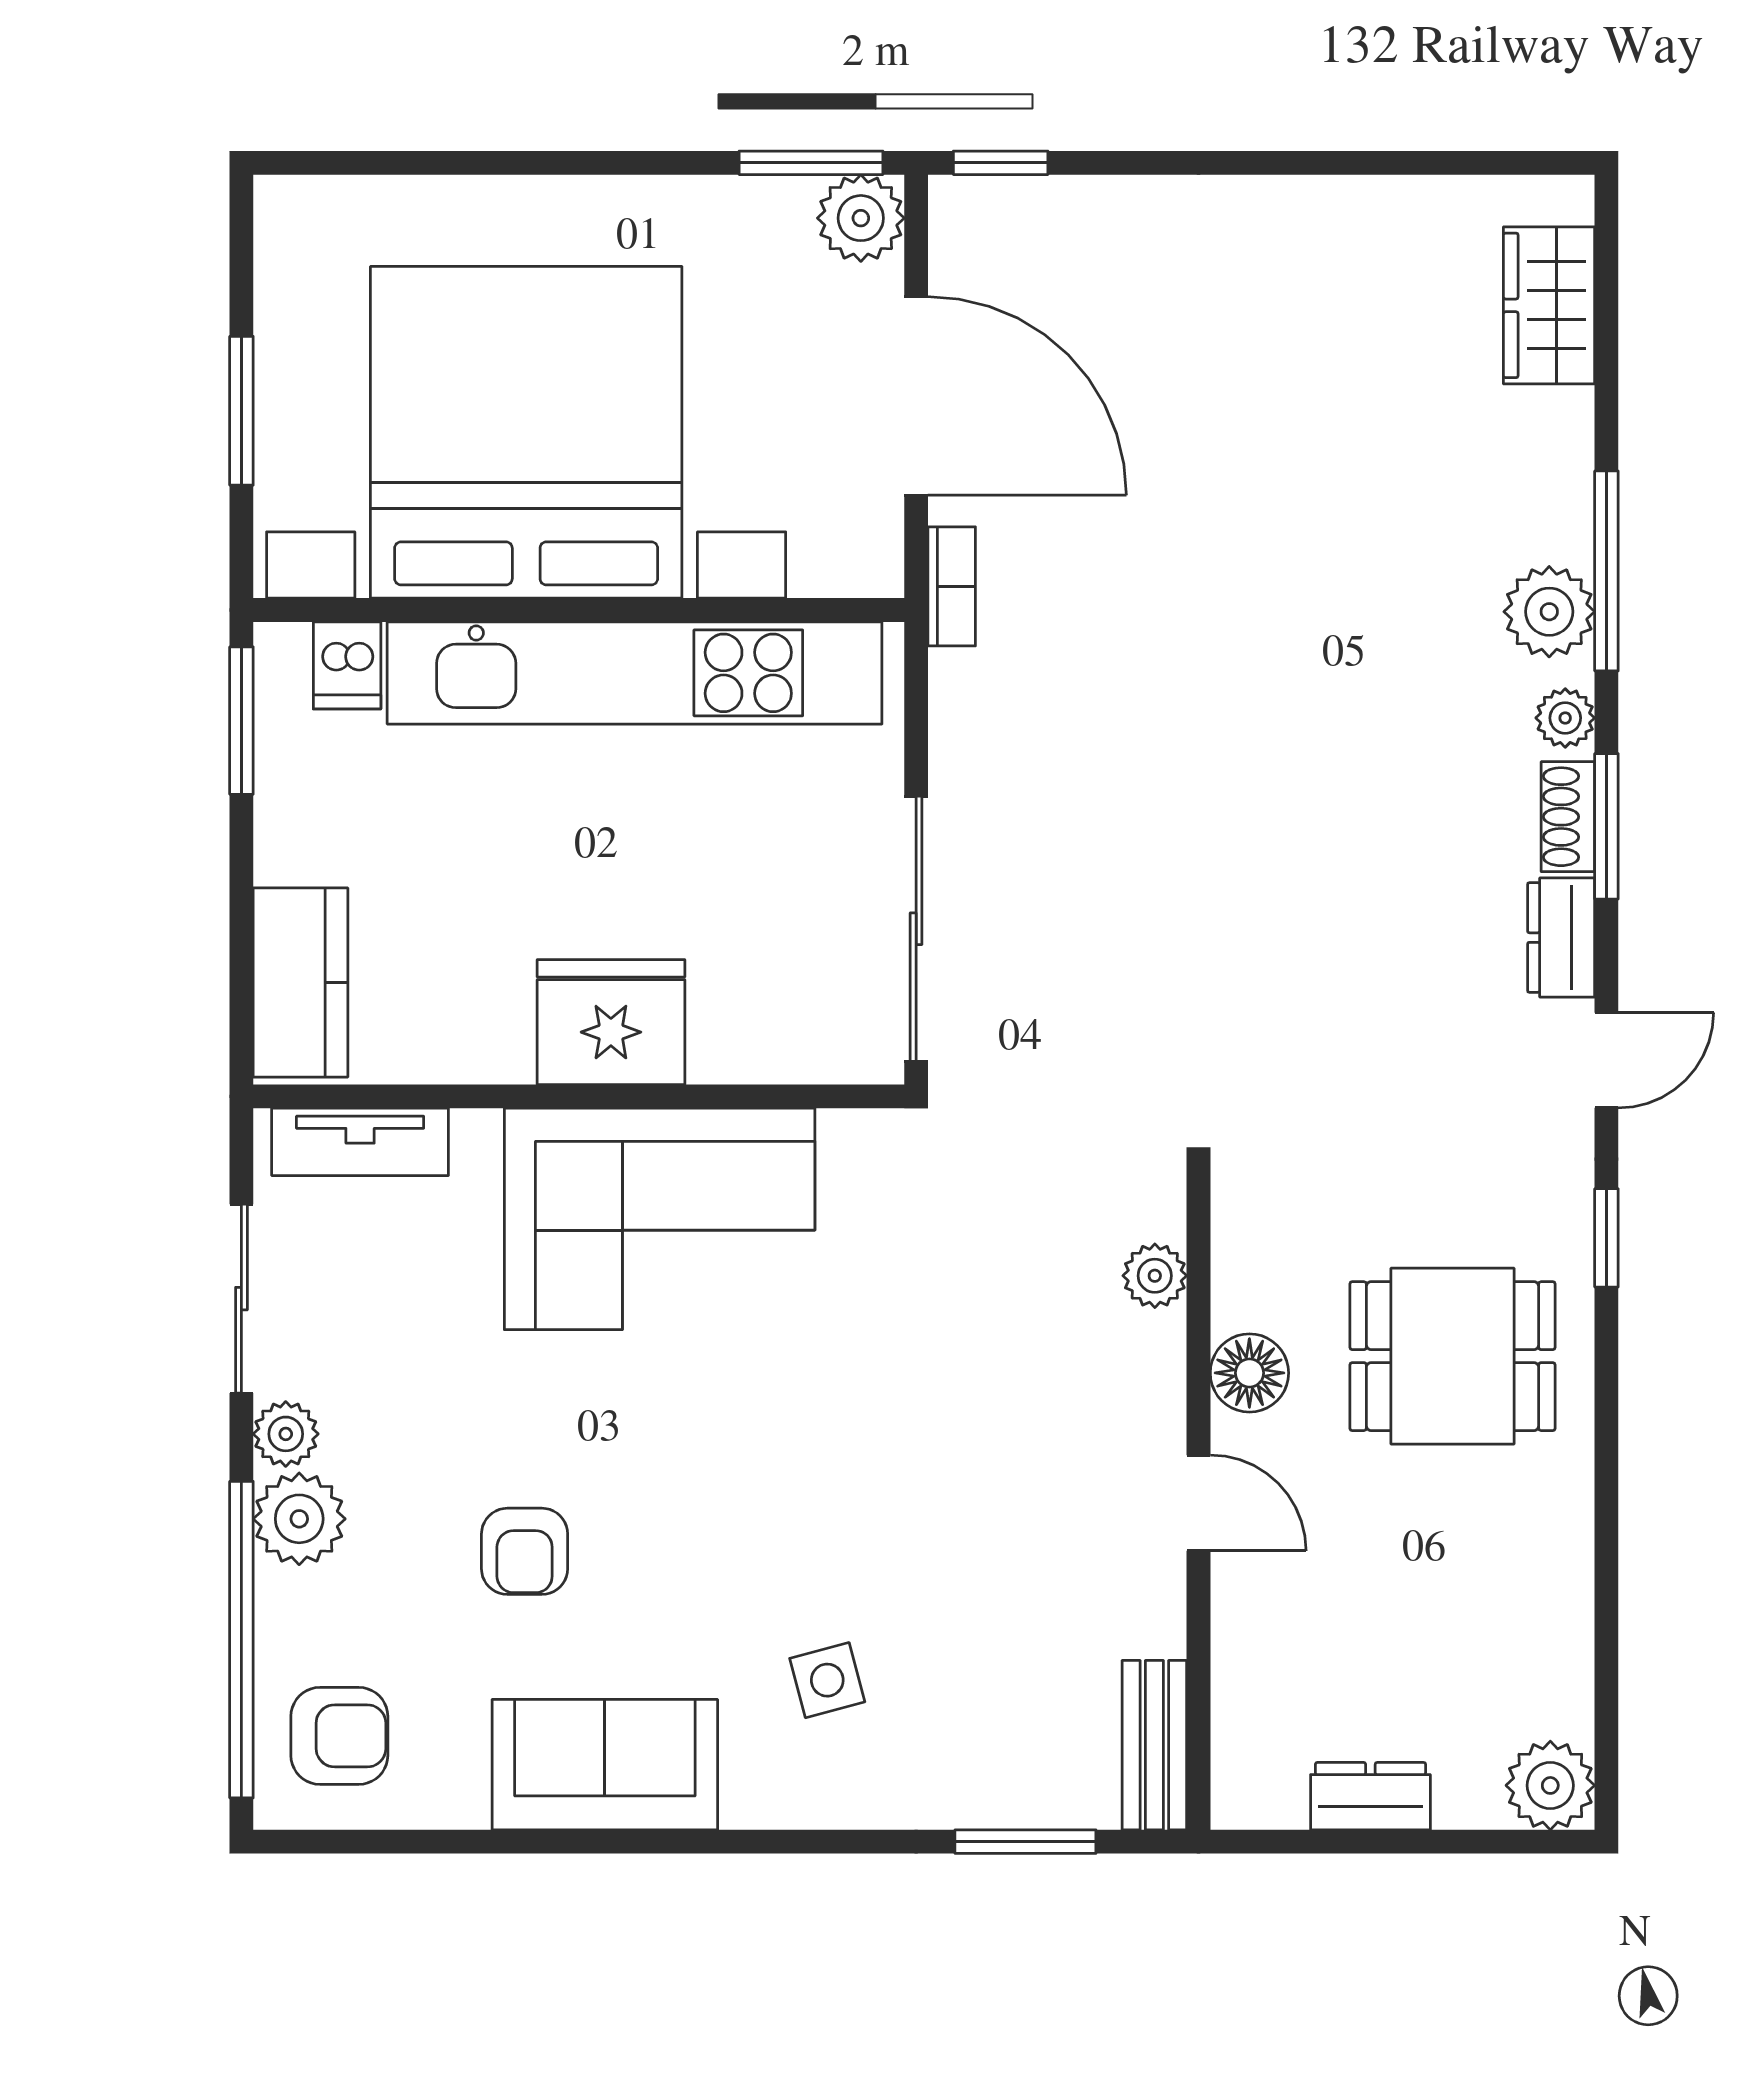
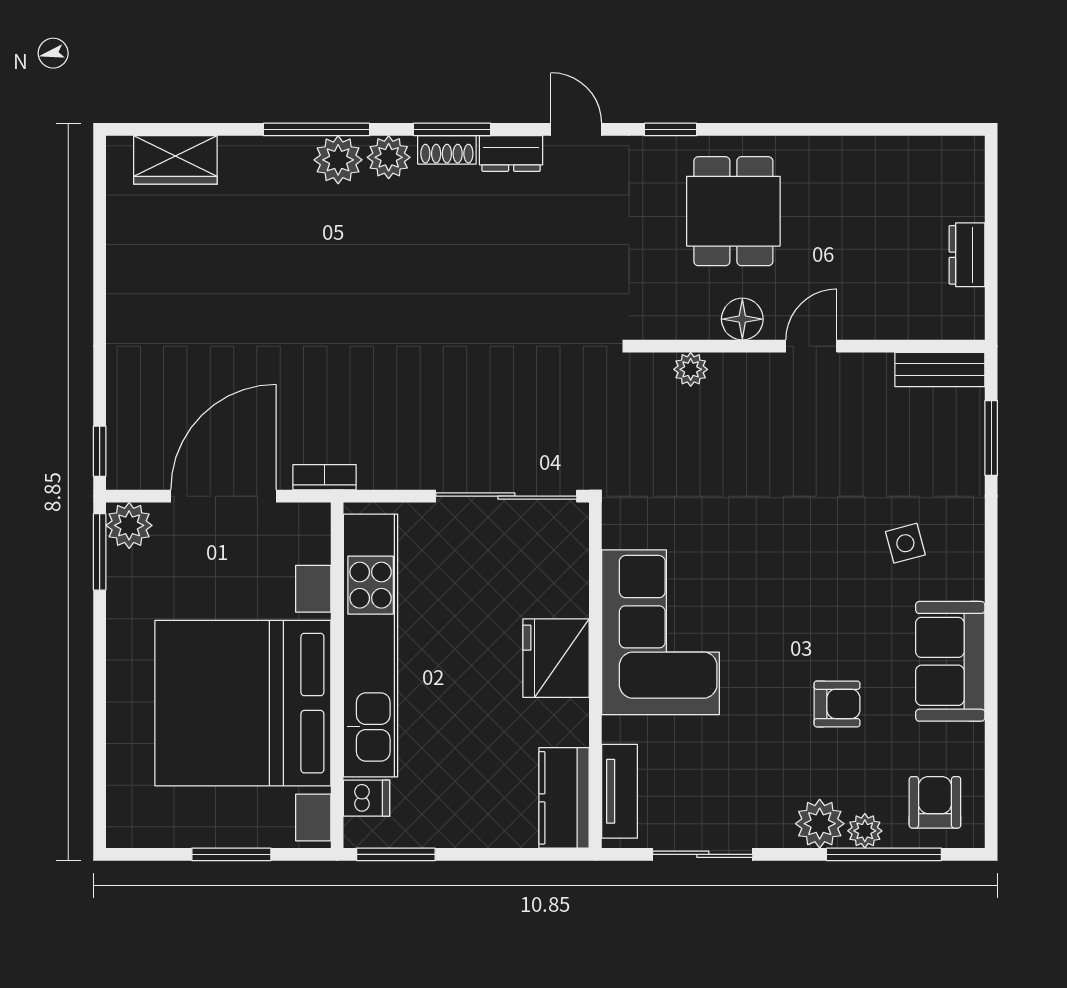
plant: (1565, 718) -> (389, 157), width x1.38, depth x1.38
kitchen counter: (300, 983) -> (564, 798), moved, turned -90
plant: (286, 1434) -> (865, 831), moved
window: (241, 1640) -> (884, 854), width x0.68
plant: (1550, 1785) -> (961, 159), removed

